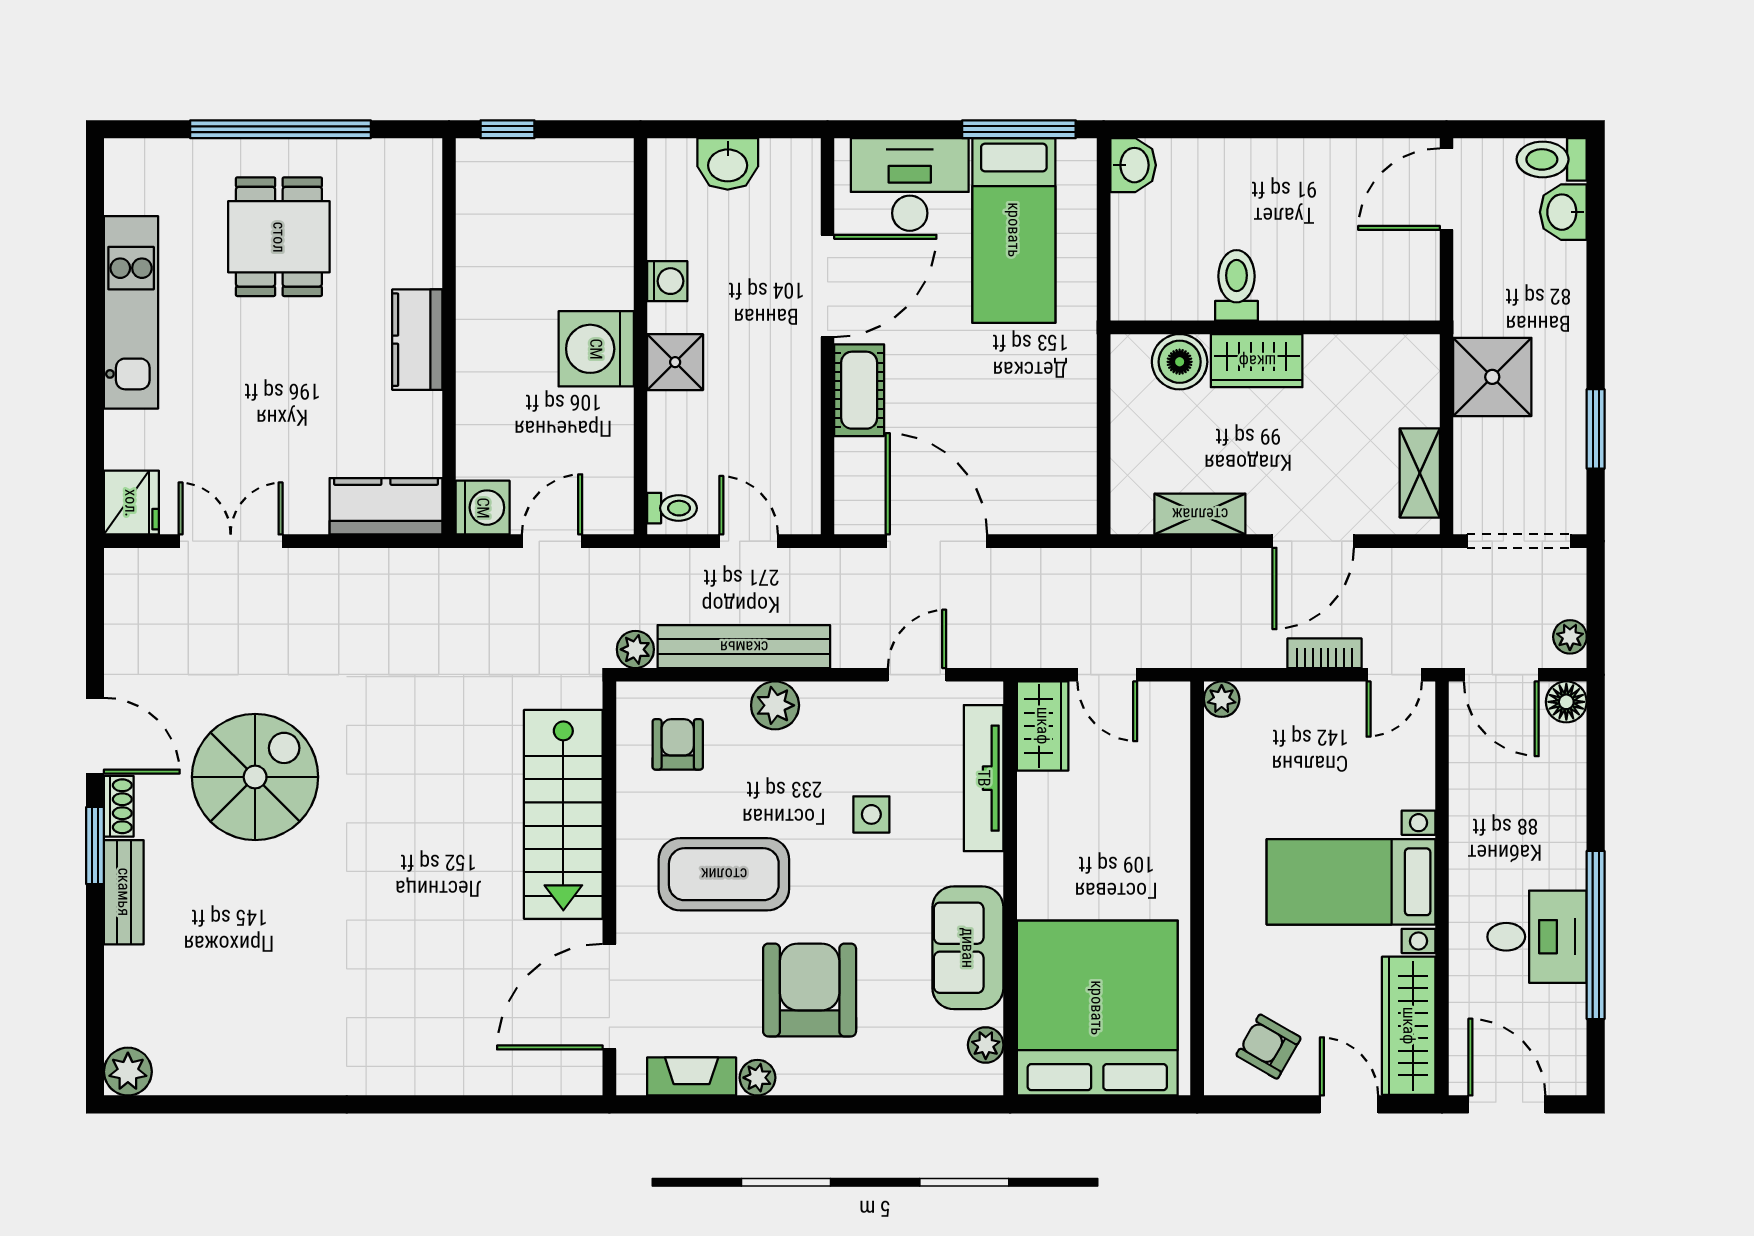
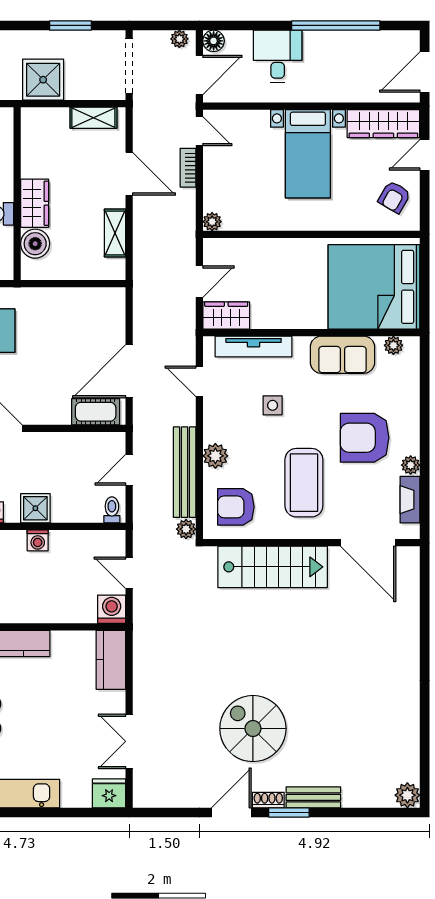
washing machine: (596, 349) -> (38, 540), width x0.53, depth x0.53
cot: (859, 390) -> (96, 412), moved
armchair: (678, 744) -> (236, 507), width x1.38, depth x1.38
desk: (1537, 937) -> (278, 56), moved

